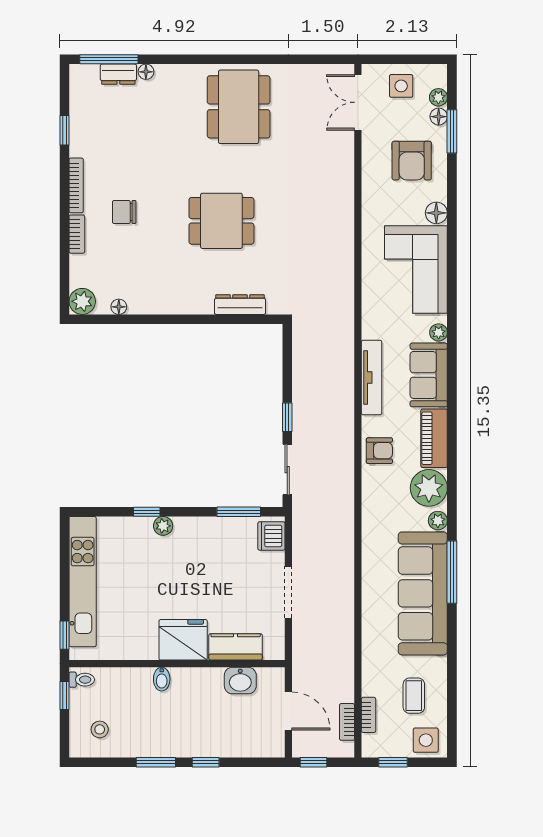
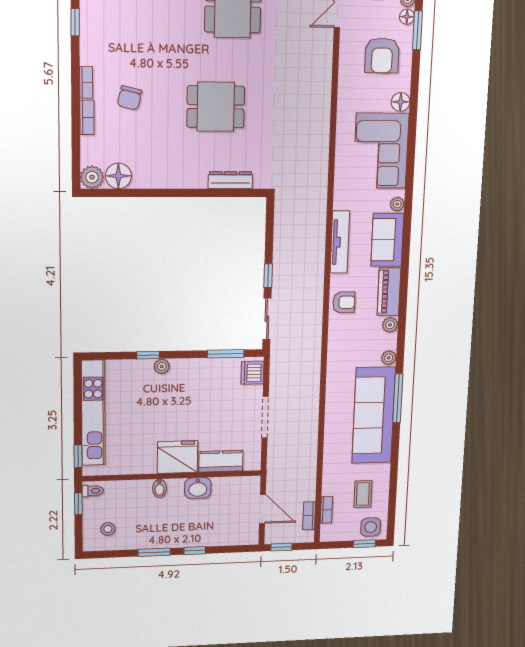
bookcase: (76, 185) -> (86, 82), width x0.64
chair: (124, 212) -> (130, 98), turned -77
floor lamp: (119, 307) -> (118, 176), width x1.89, depth x1.89
plant: (429, 488) -> (390, 325), width x0.53, depth x0.53
washbasin: (240, 681) -> (198, 488), moved
window: (393, 762) -> (364, 544), moved

